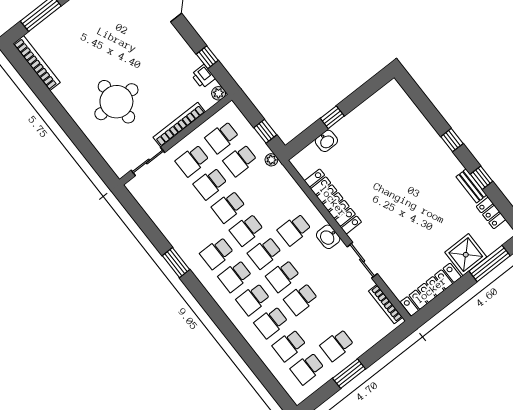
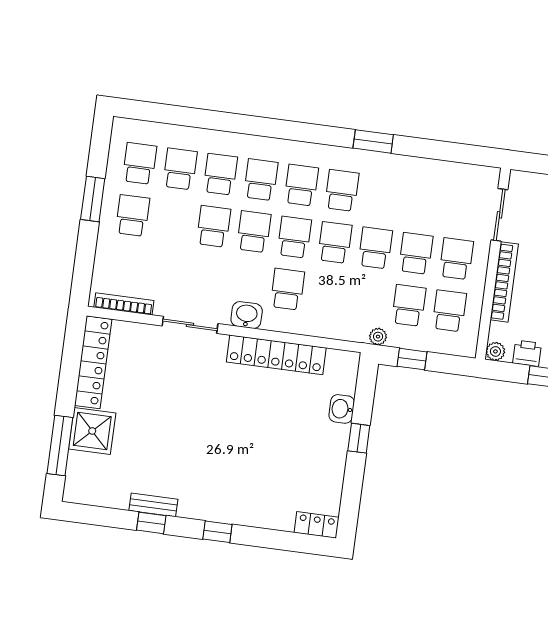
locker: (491, 213) -> (317, 525), moved

